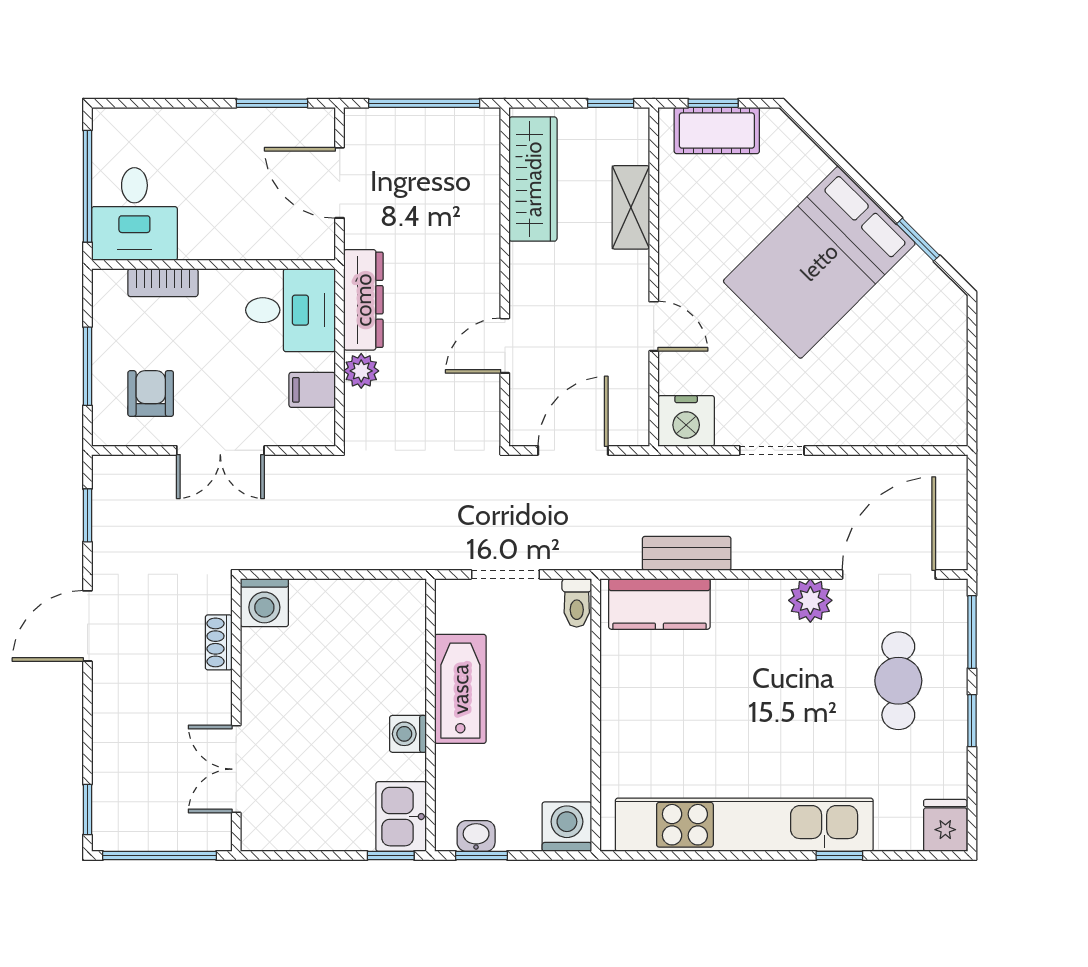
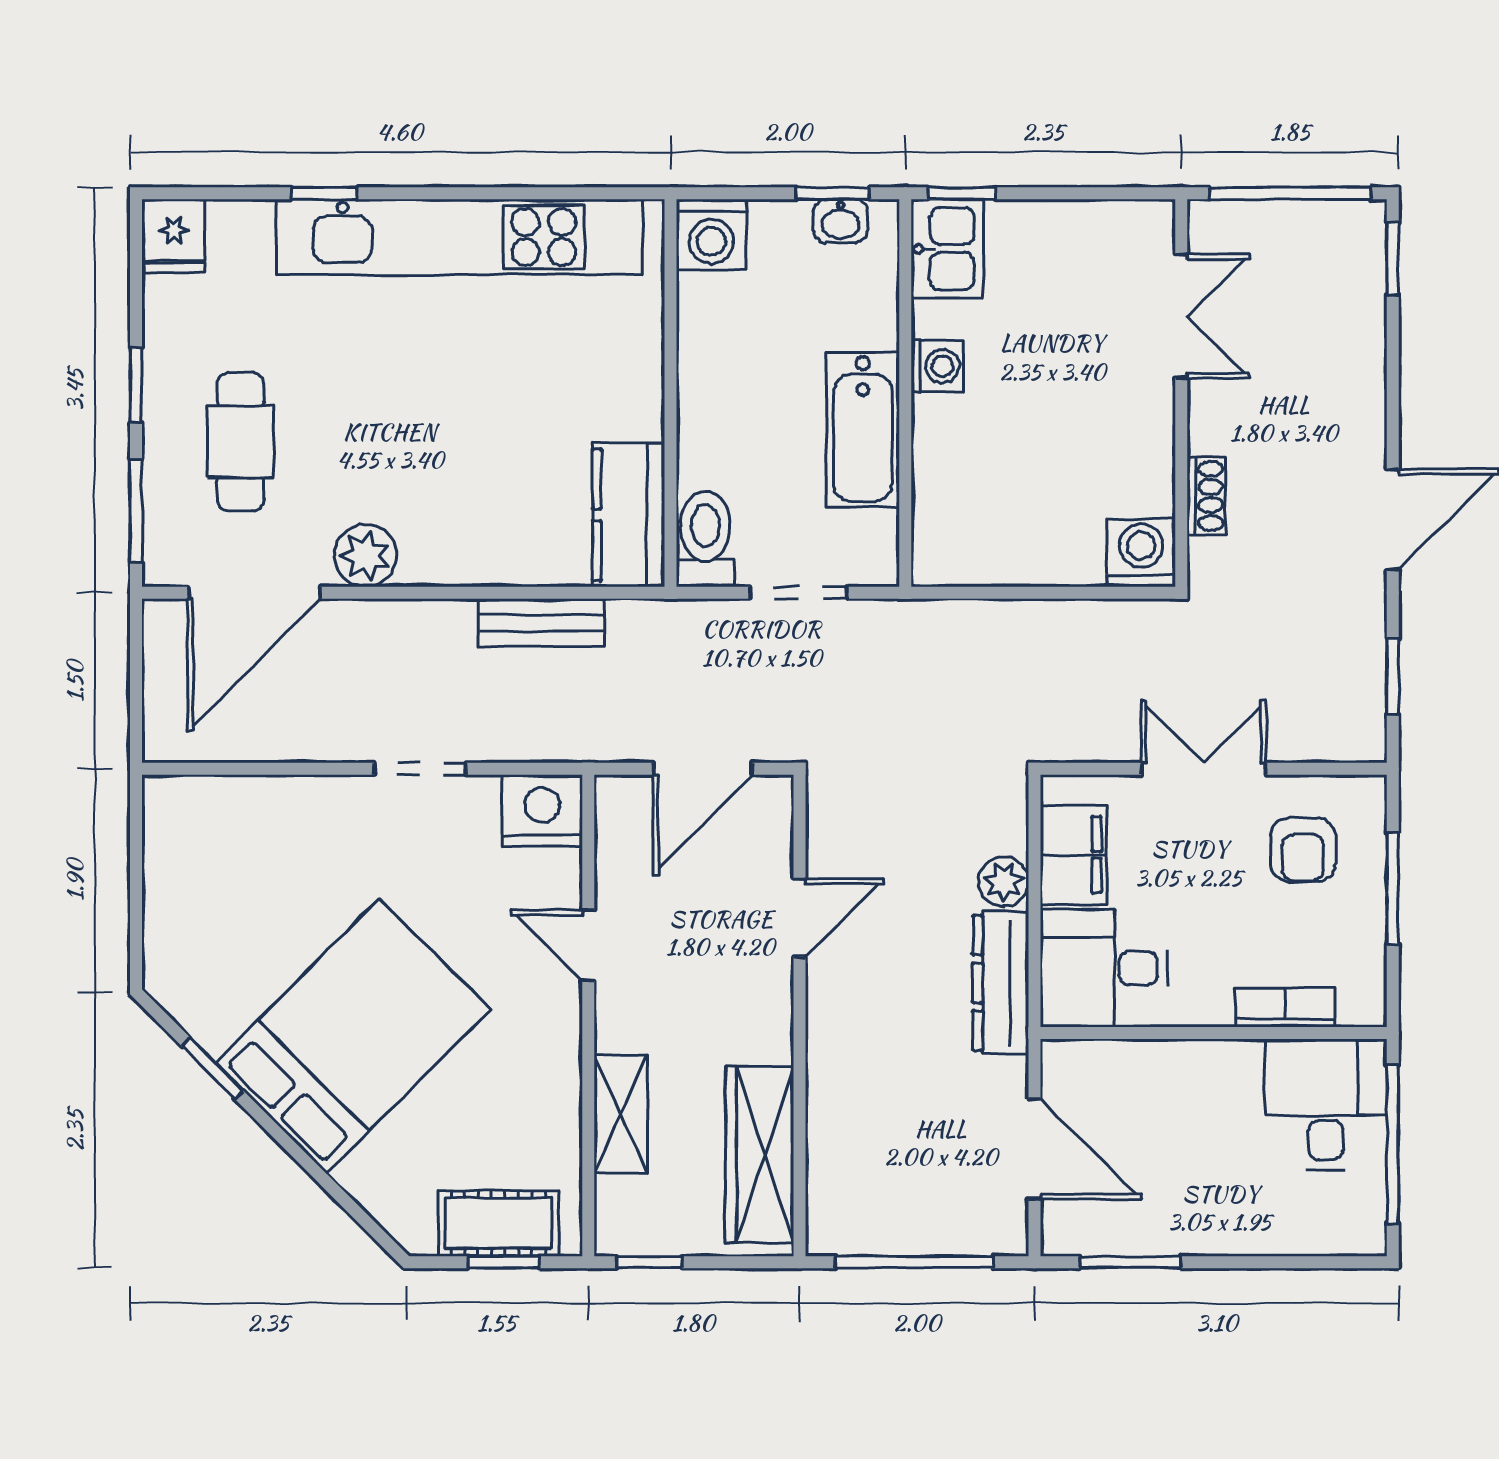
filing cabinet: (312, 390) -> (1073, 855), width x2.00
toilet: (577, 603) -> (705, 539), width x1.37, depth x1.39
kitchen counter: (659, 604) -> (628, 515), moved, turned -90

